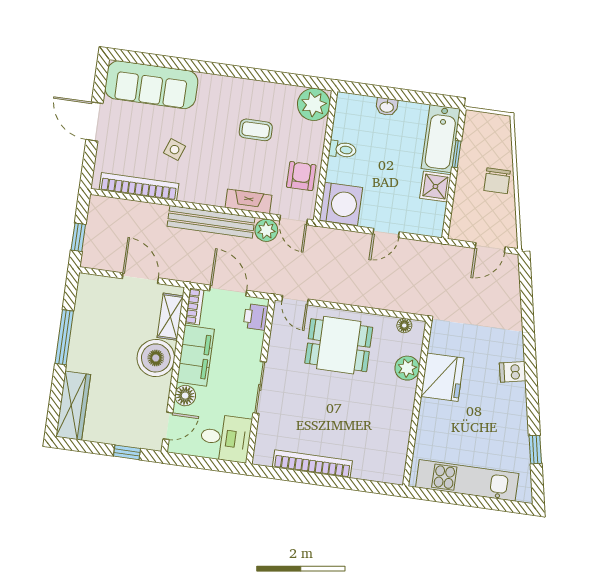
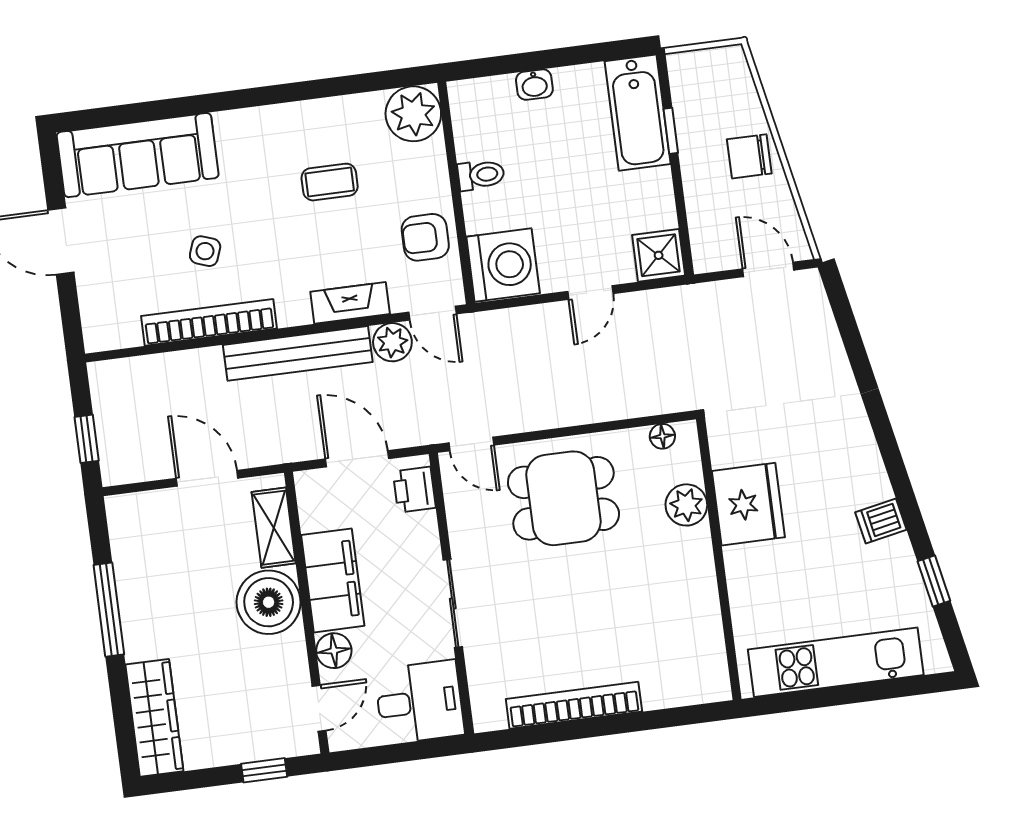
armchair: (301, 176) -> (425, 237), turned -90
chair: (497, 181) -> (749, 156), turned 90
shower: (435, 186) -> (659, 255), moved
bookcase: (139, 187) -> (209, 322), moved
door: (490, 248) -> (768, 269), swing flipped
bookcase: (194, 307) -> (309, 500), removed
dishwasher: (513, 372) -> (881, 521), moved

